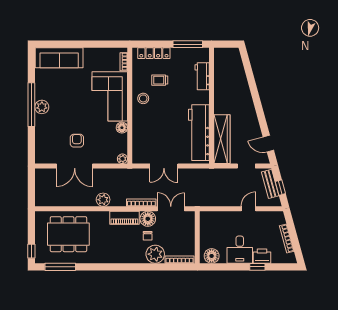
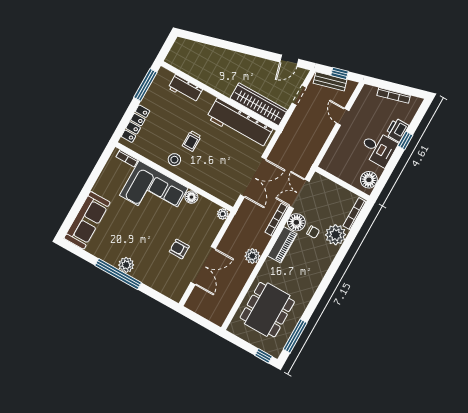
trolley: (160, 80) -> (192, 141), moved
double door: (164, 166) -> (253, 177), width x1.37

